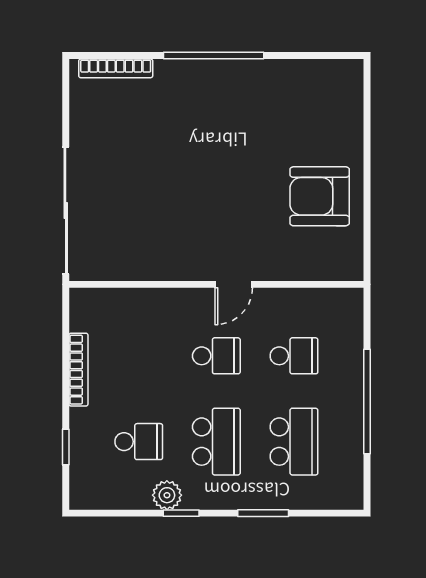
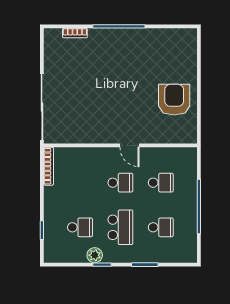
bookcase: (116, 68) -> (75, 33), width x0.64
armchair: (320, 196) -> (174, 100), turned 90
door: (234, 284) -> (129, 145), hinge flipped
bookcase: (78, 370) -> (49, 166), moved
school desk: (294, 442) -> (161, 227), width x0.54

